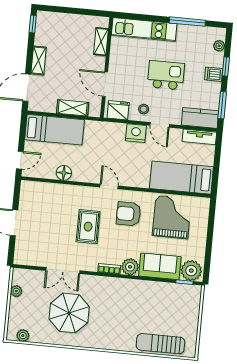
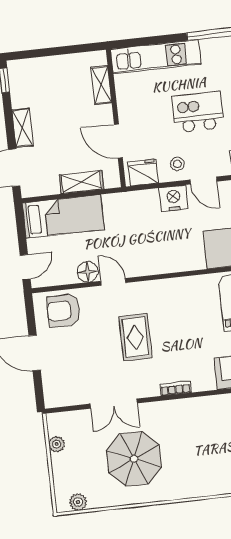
door: (109, 186) -> (113, 282), moved
armchair: (129, 214) -> (64, 310), moved
plant: (130, 267) -> (203, 380), removed

